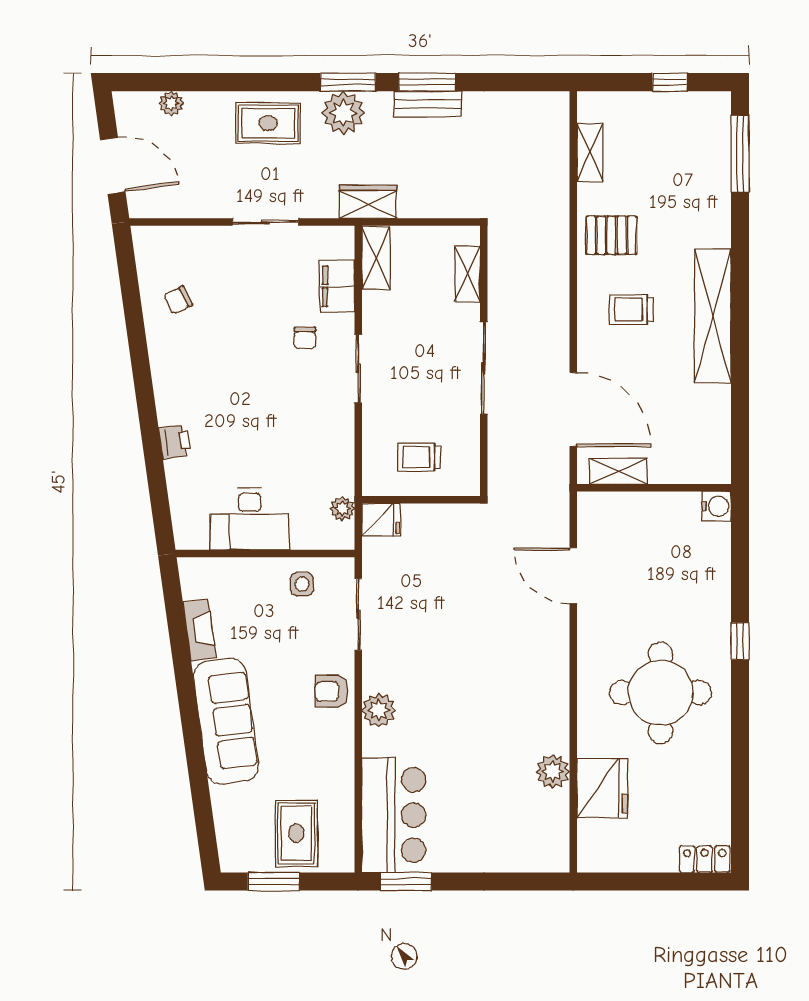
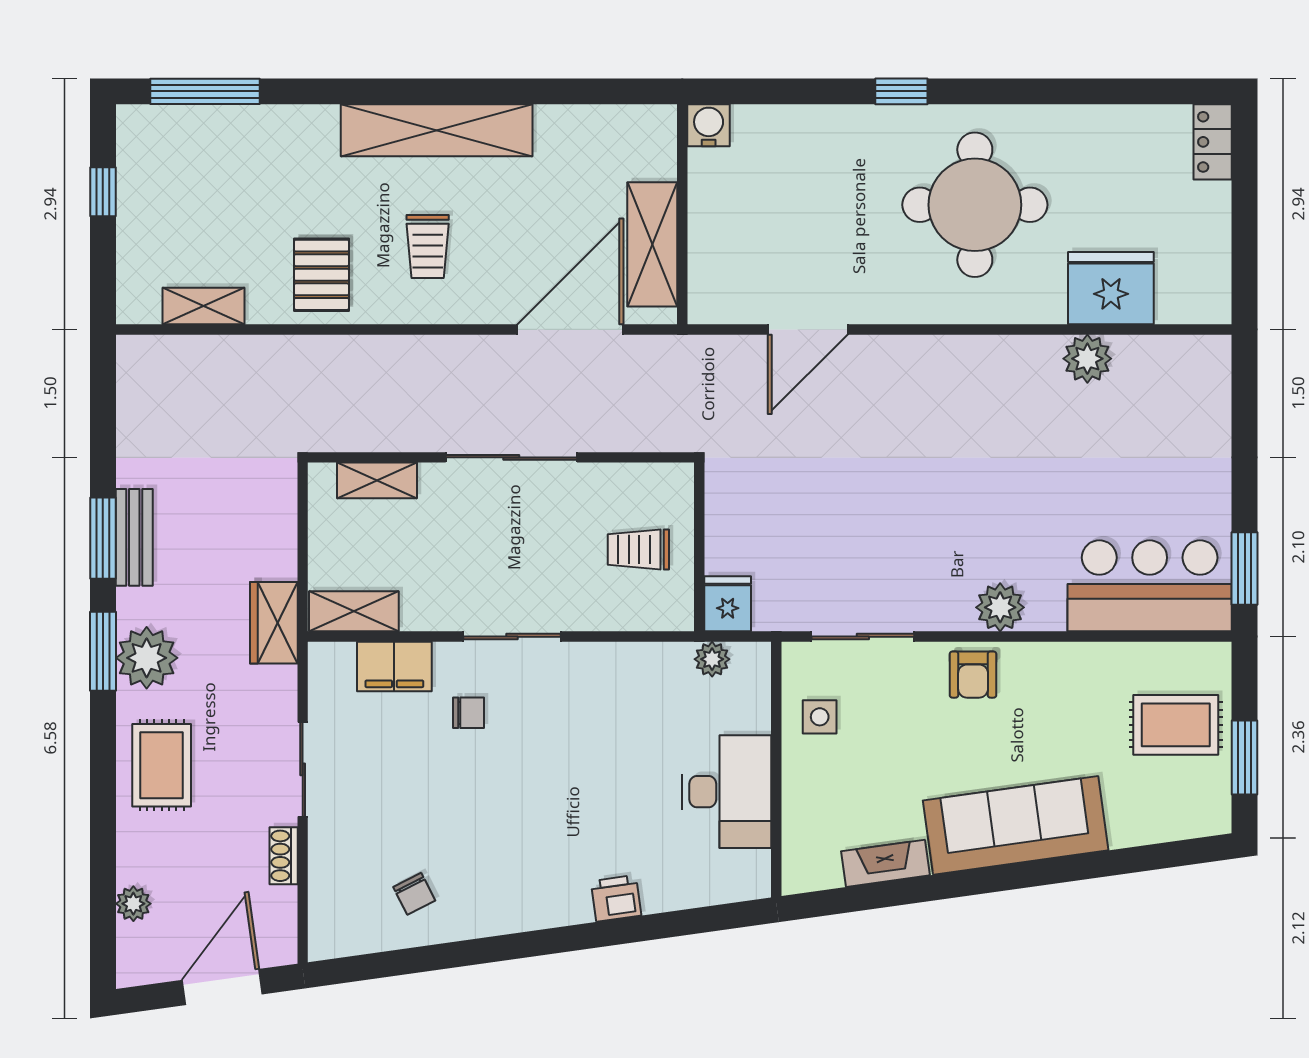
shoe rack: (205, 209) -> (284, 856), added
trolley: (419, 457) -> (638, 549), turned 90
shelving: (618, 471) -> (652, 244), width x1.50, depth x1.33

